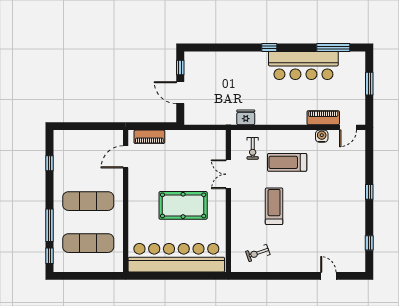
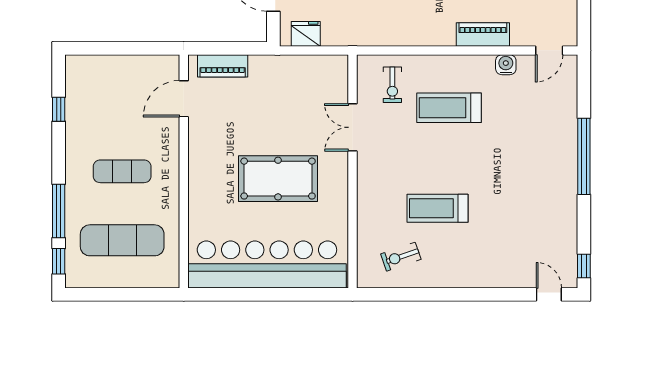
fridge: (246, 117) -> (306, 34), moved
piano: (323, 118) -> (483, 34), moved
window: (369, 192) -> (584, 156), width x3.17
exercise mat: (88, 201) -> (122, 171), width x0.73, depth x0.69
treadmill: (274, 206) -> (437, 208), moved, turned -90
window: (369, 243) -> (584, 266), moved
door: (328, 276) -> (549, 294), moved

